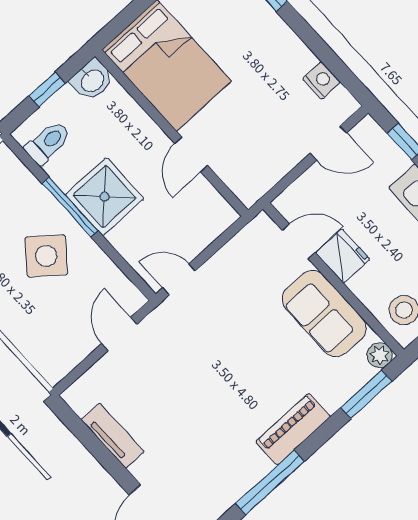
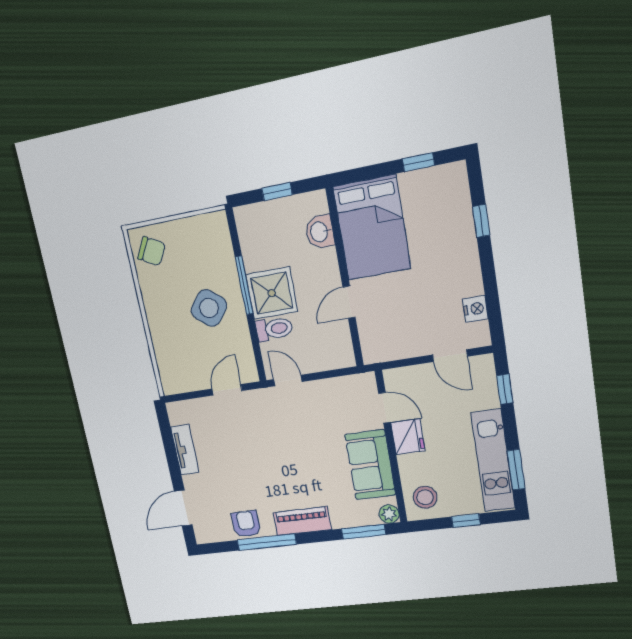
washbasin: (92, 80) -> (320, 232), moved, turned 90
toilet: (48, 143) -> (274, 329), moved
armchair: (234, 477) -> (246, 524), added

